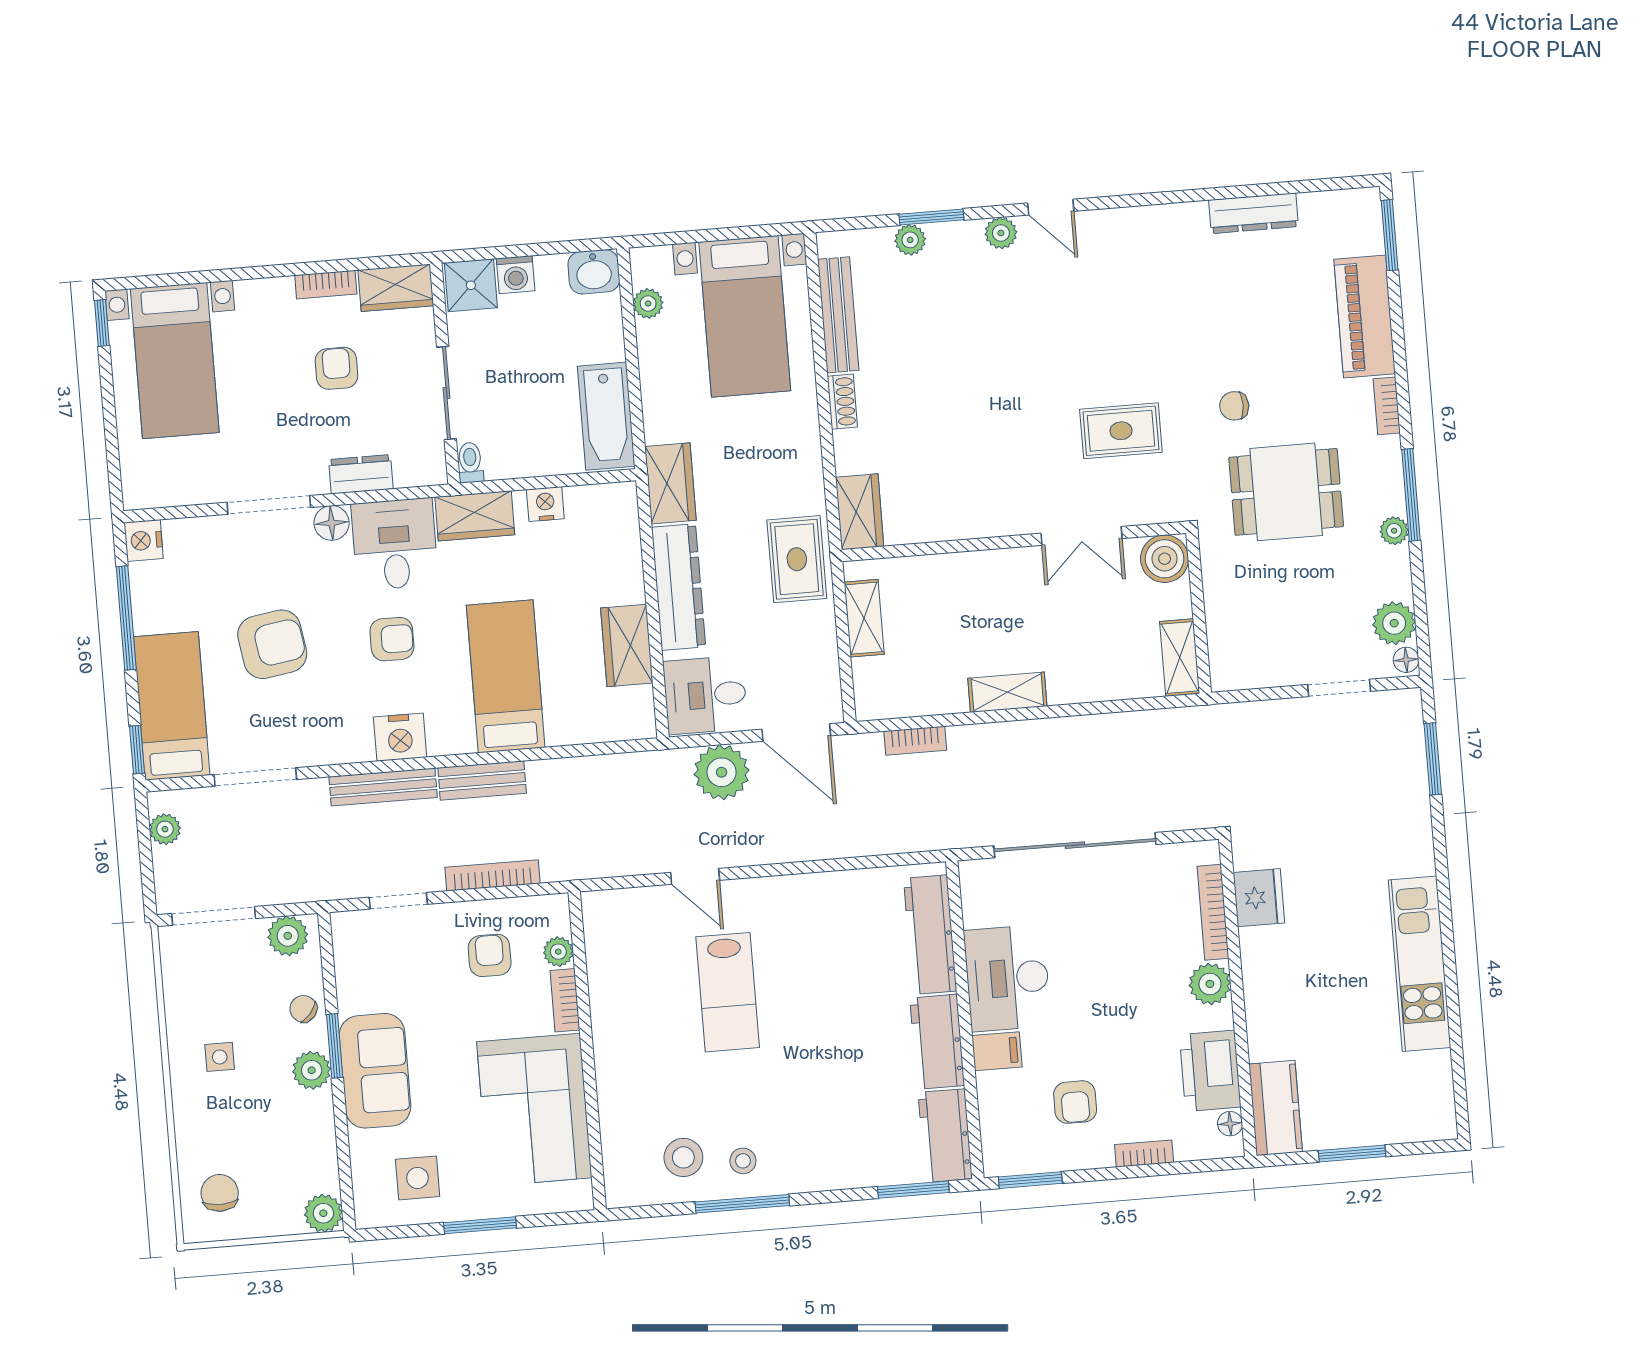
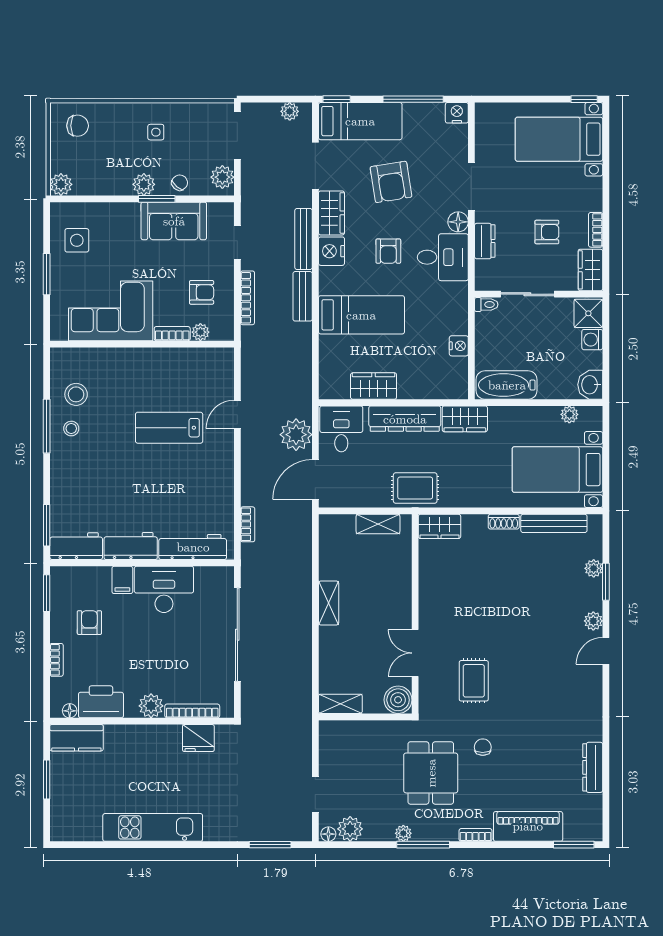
wardrobe: (475, 516) -> (331, 213), moved, turned 180
bookcase: (915, 741) -> (248, 524), moved, turned 180
sofa: (375, 1071) -> (174, 221), moved
armchair: (1075, 1102) -> (89, 623), turned 90

